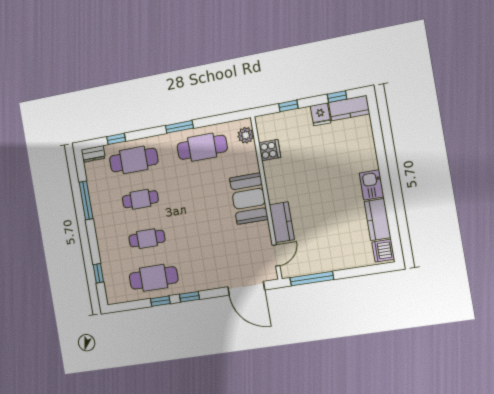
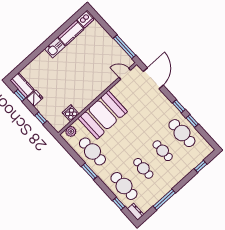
booth: (249, 199) -> (103, 115), width x1.36, depth x1.42
kitchen counter: (282, 222) -> (105, 82), removed

